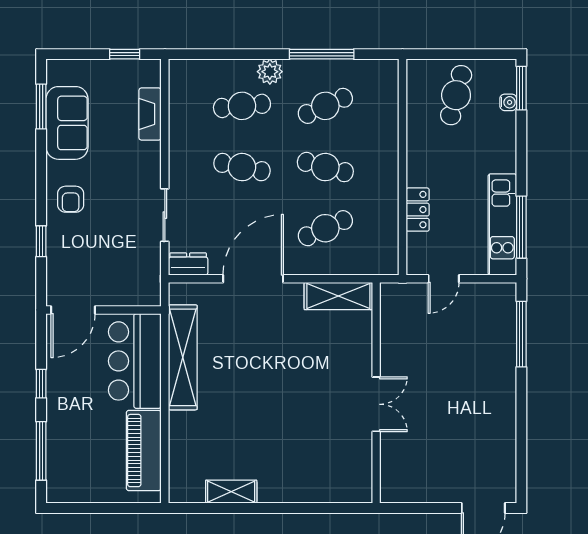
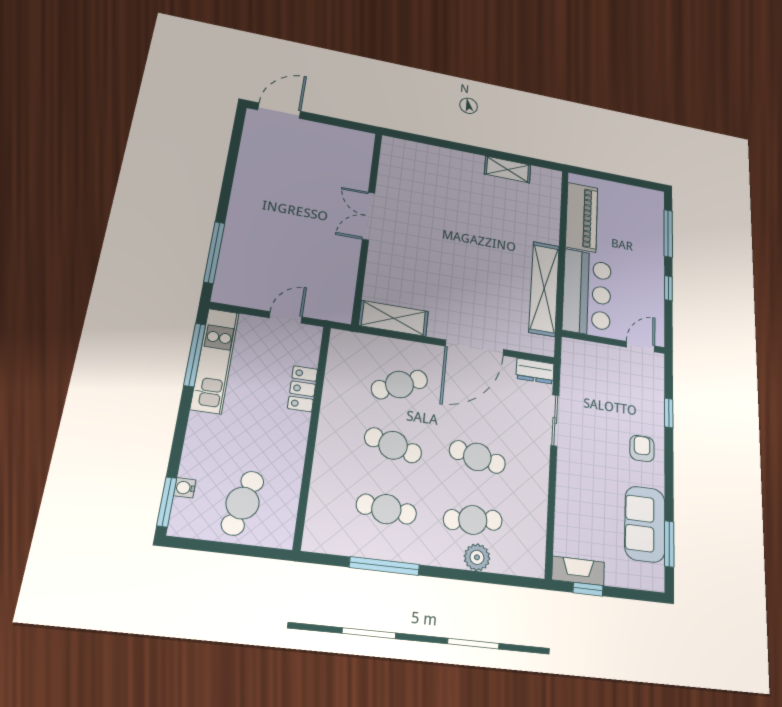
plant: (270, 72) -> (477, 557), moved
cafe table: (325, 106) -> (386, 509), turned 30
fireplace: (150, 114) -> (578, 571), moved, turned -90
door: (73, 310) -> (641, 347), width x0.73

